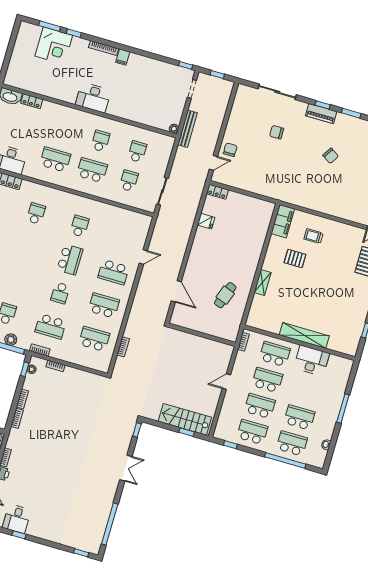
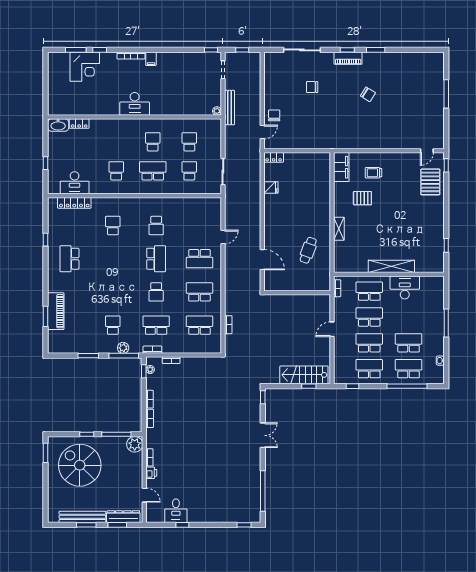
school desk: (55, 160) -> (116, 171), width x0.54
school desk: (80, 226) -> (156, 225), turned 180
school desk: (51, 326) -> (156, 325), turned 180

